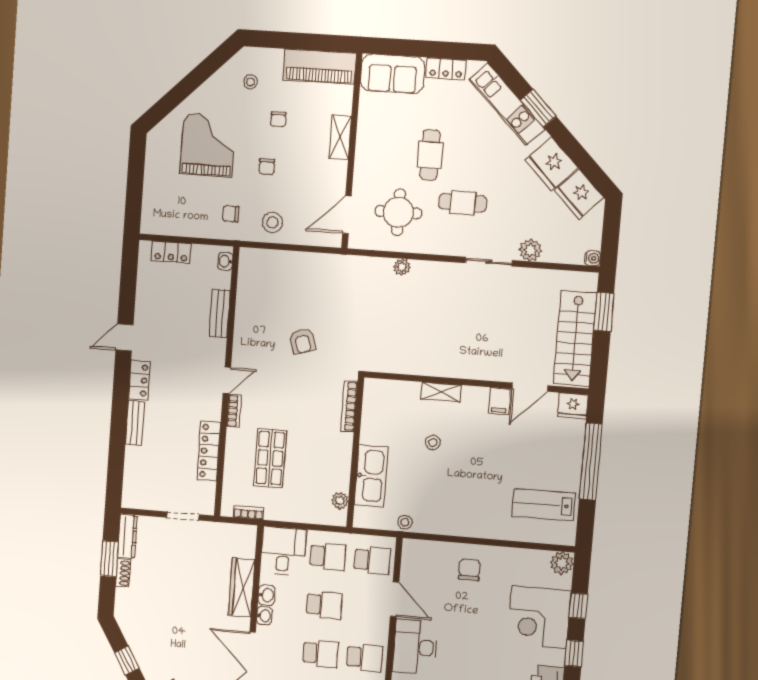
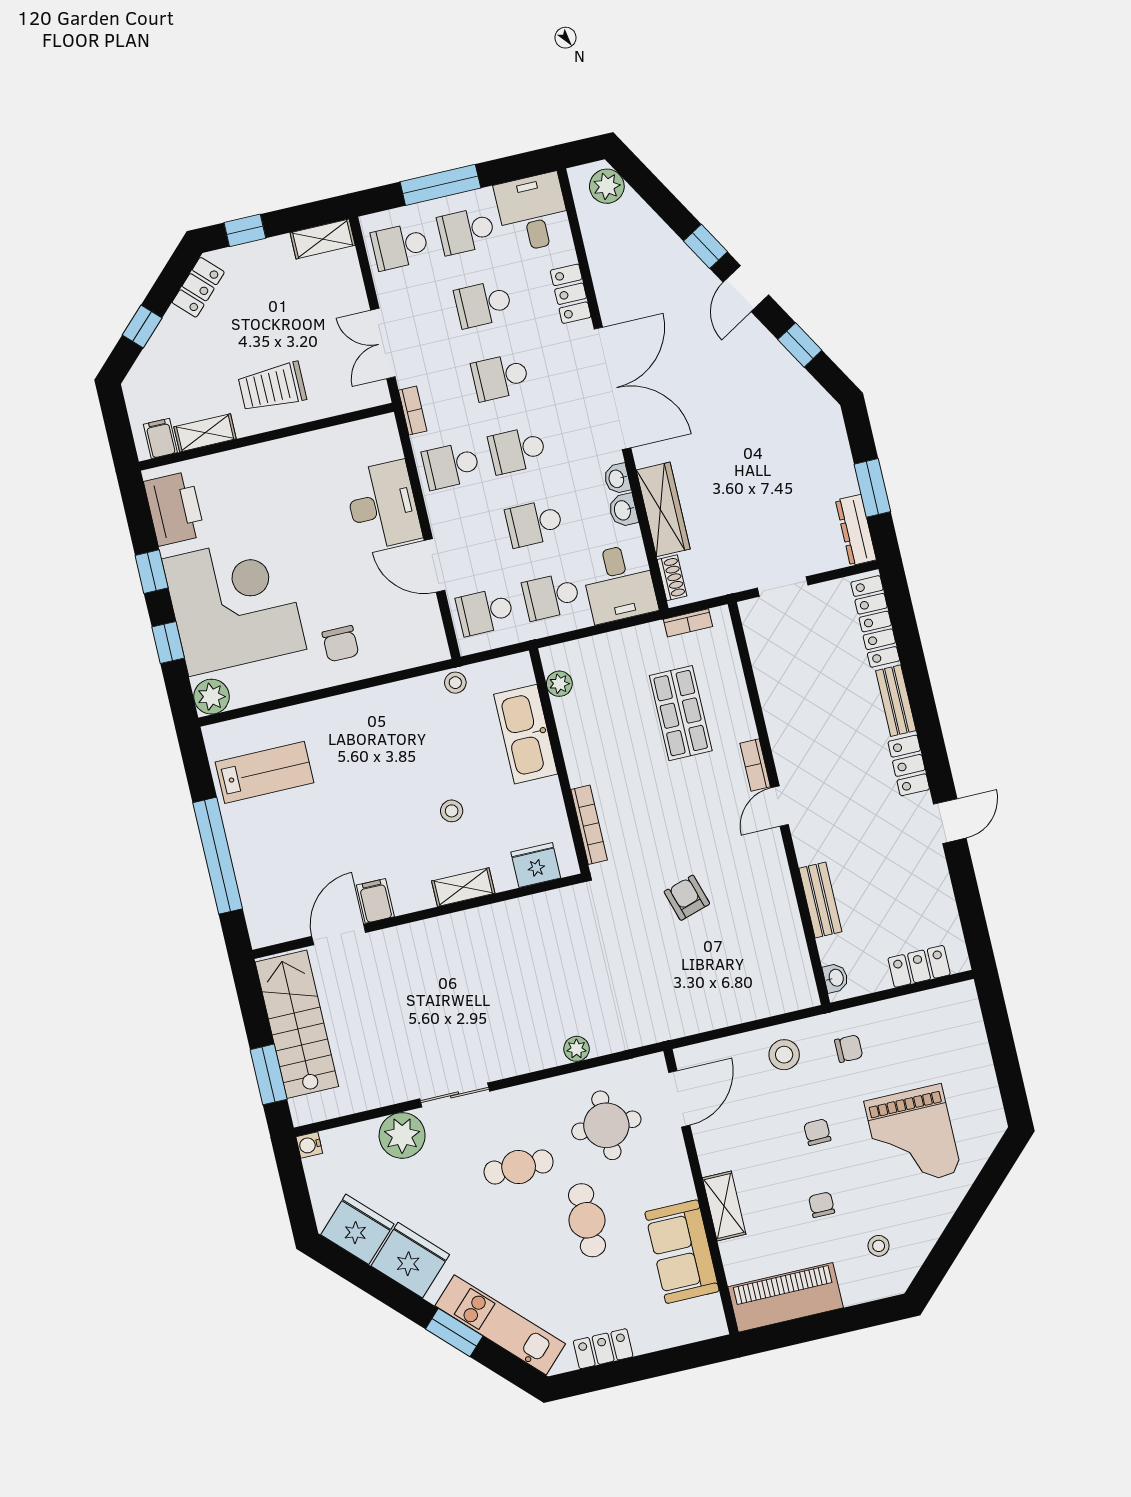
sofa: (393, 74) -> (682, 1252), moved, turned -90
plant: (530, 250) -> (402, 1135), width x1.36, depth x1.36
fridge: (573, 406) -> (536, 865), moved
locker: (209, 451) -> (875, 621), moved, turned 180
shoe rack: (123, 573) -> (672, 578), moved, turned 180
corner desk: (539, 617) -> (234, 604), width x1.36, depth x1.36

